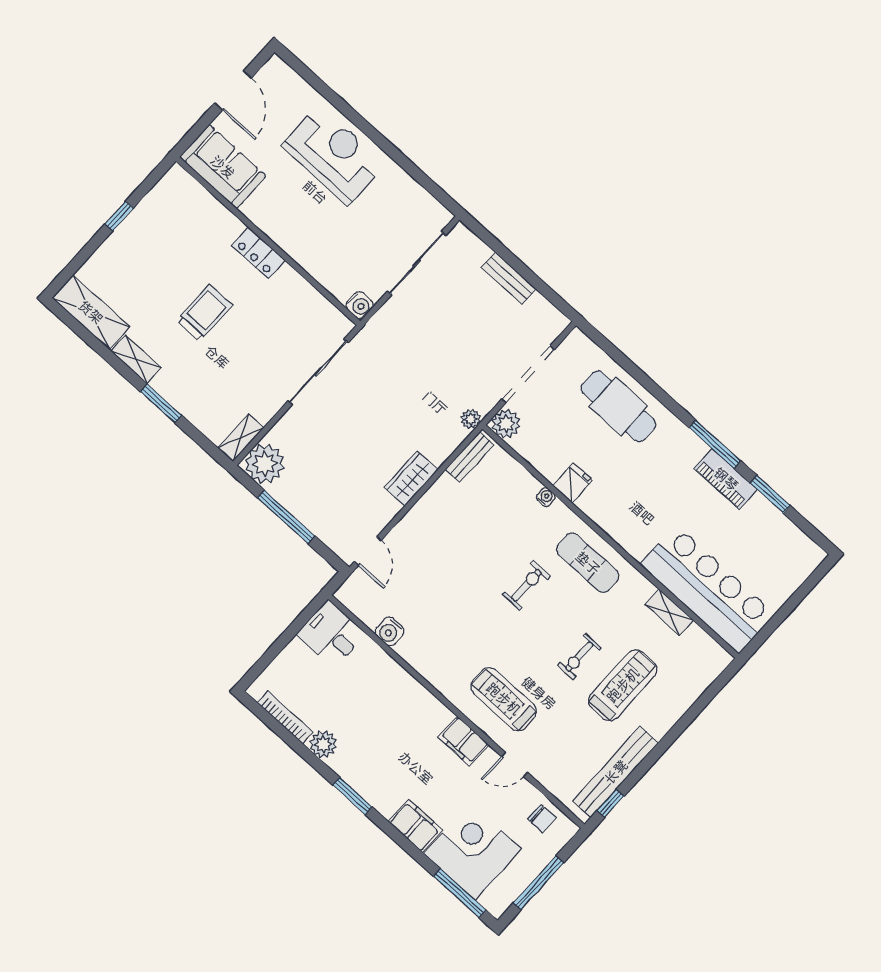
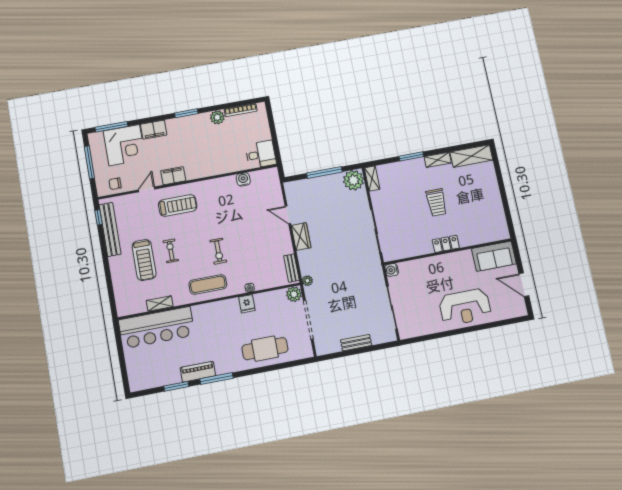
window: (119, 216) -> (504, 197), removed
door: (368, 551) -> (288, 215), moved

